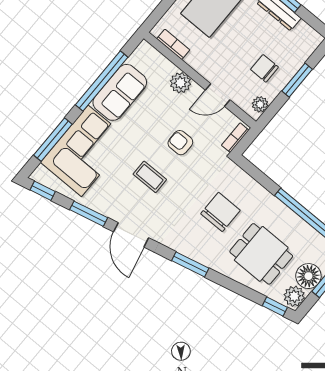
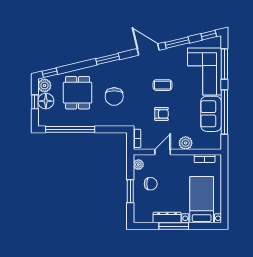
dining table: (261, 254) -> (78, 93), turned 90

